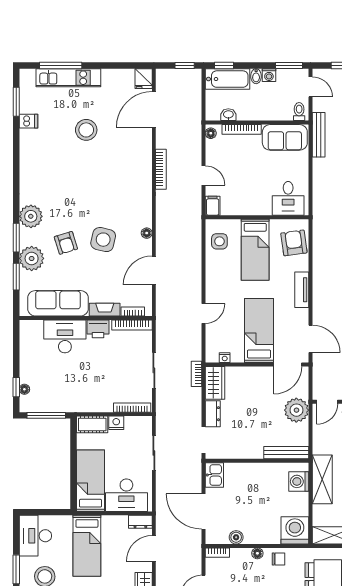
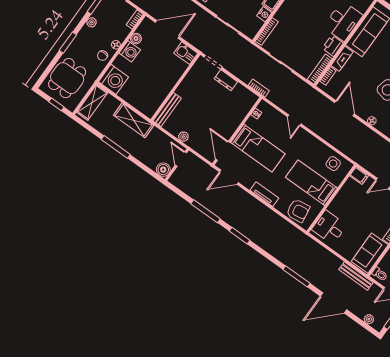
wardrobe: (215, 383) -> (245, 96), removed
plant: (296, 410) -> (183, 137), width x0.53, depth x0.53
washing machine: (299, 481) -> (130, 51), moved, turned 90

